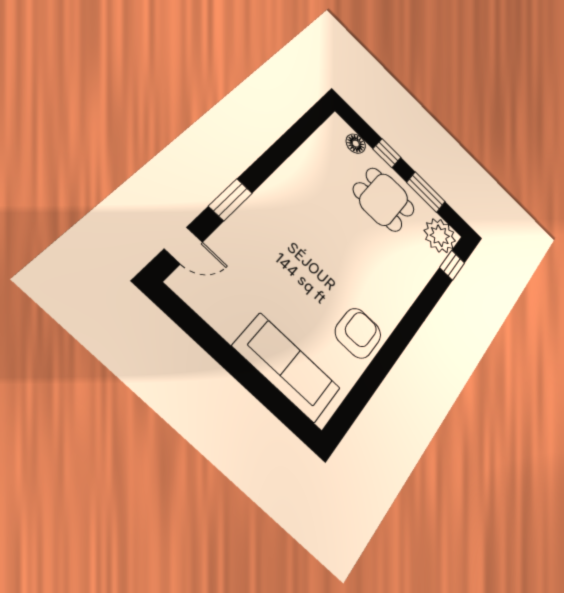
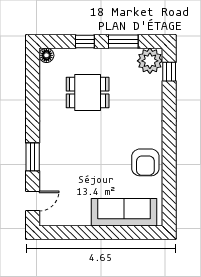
floor lamp: (356, 144) -> (46, 55), moved
dining table: (384, 200) -> (88, 92), moved
armchair: (358, 333) -> (145, 162), turned 180

